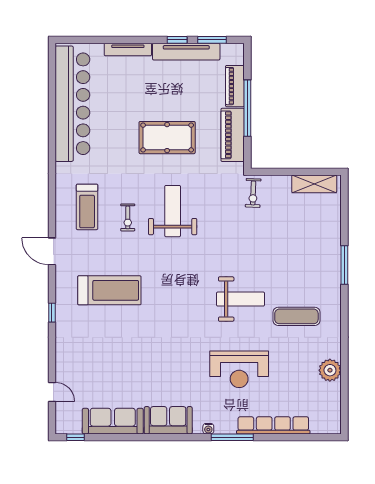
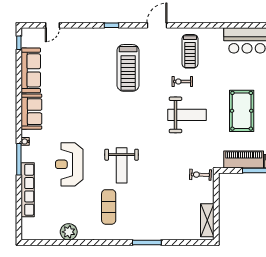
treadmill: (87, 207) -> (190, 51), turned -90

